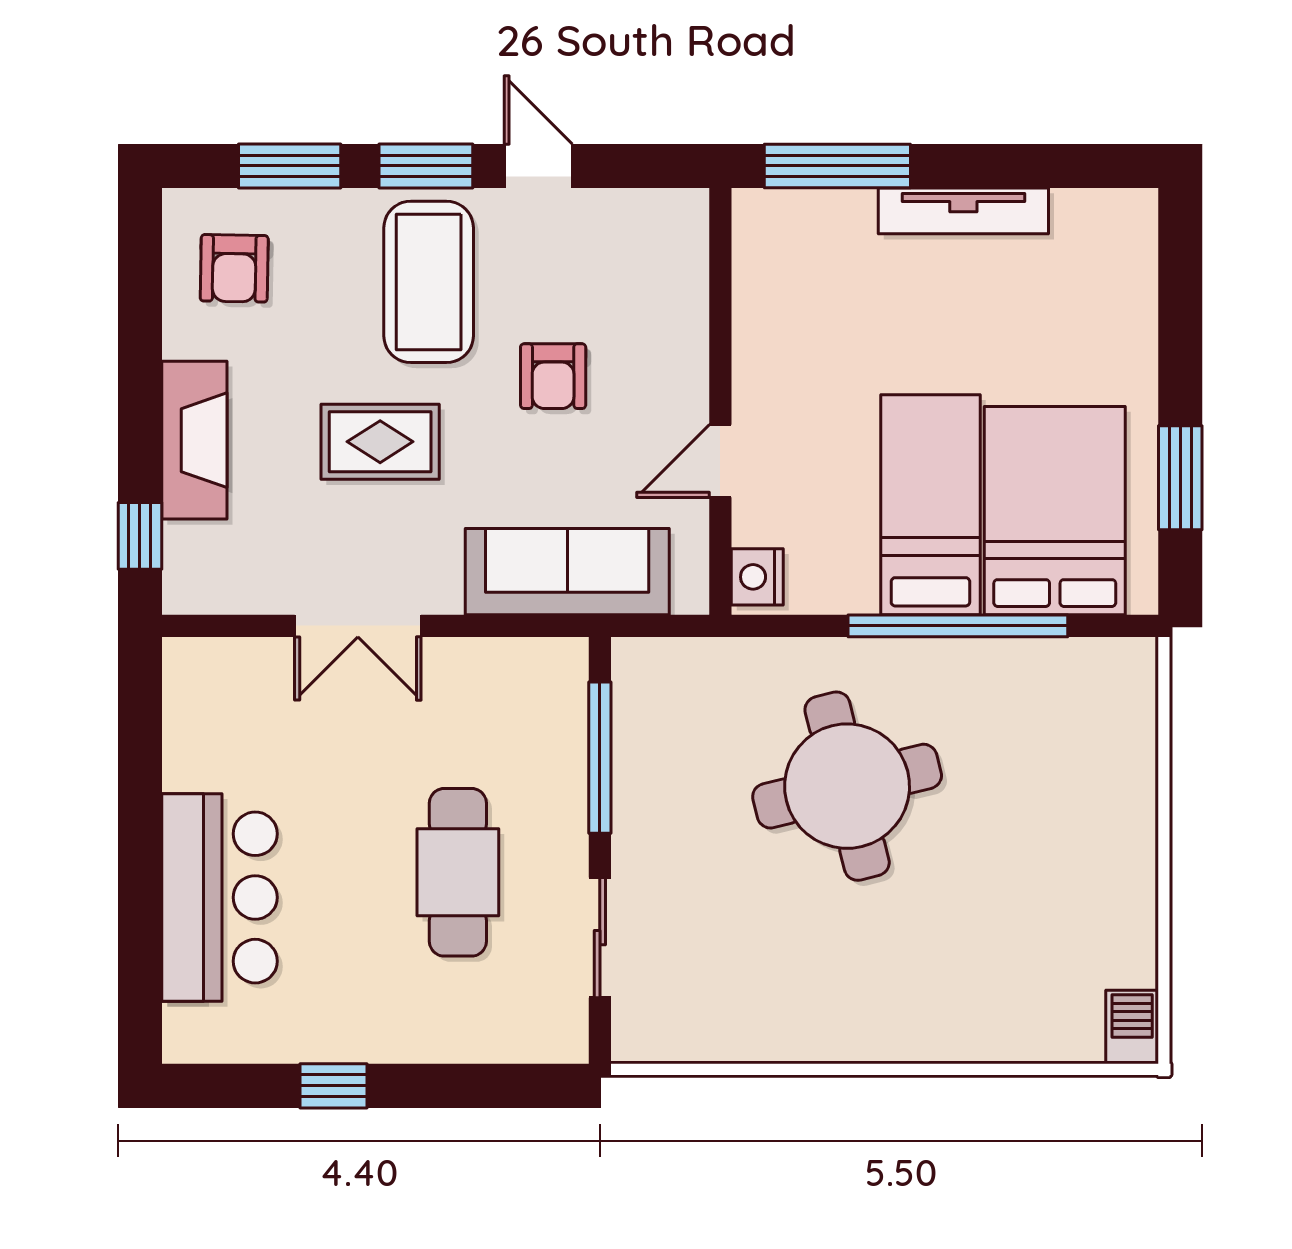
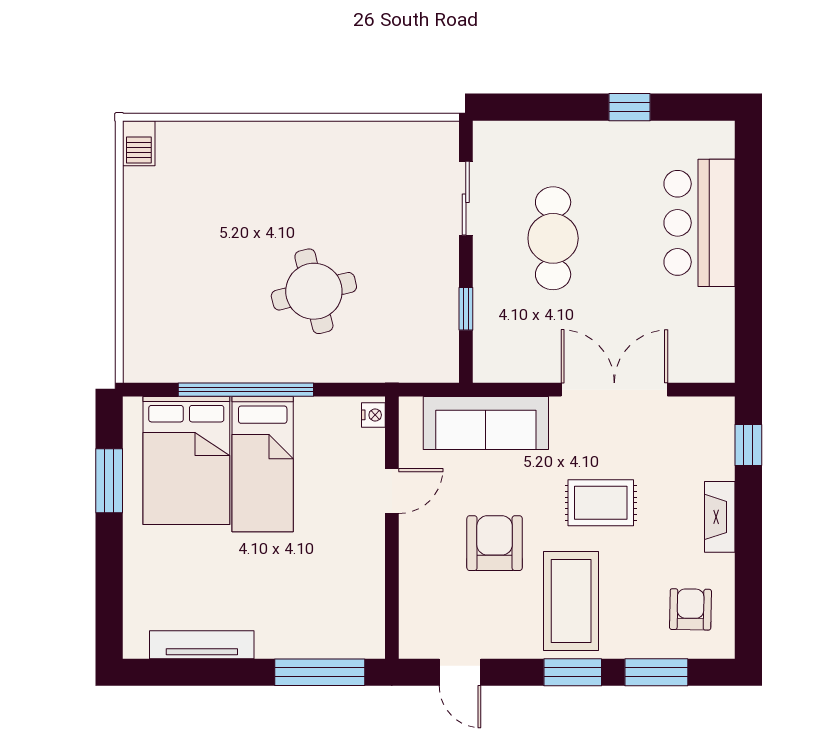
door: (538, 166) -> (460, 672), moved
tv unit: (963, 211) -> (202, 645), moved
armchair: (553, 376) -> (495, 543), width x1.38, depth x1.38
fireplace: (194, 440) -> (720, 517), width x0.73, depth x0.76
nightstand: (757, 577) -> (373, 415), width x0.72, depth x0.74
double door: (358, 626) -> (614, 390), width x1.37
window: (600, 758) -> (466, 309), width x0.46
round table: (847, 786) -> (314, 291), width x0.73, depth x0.73

